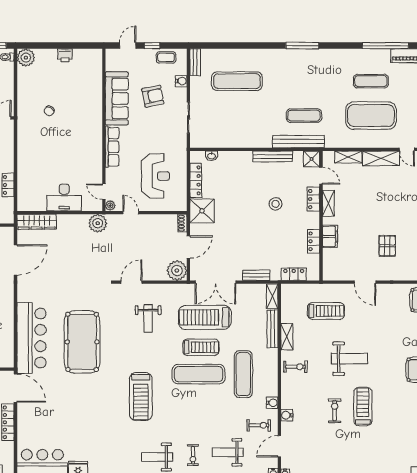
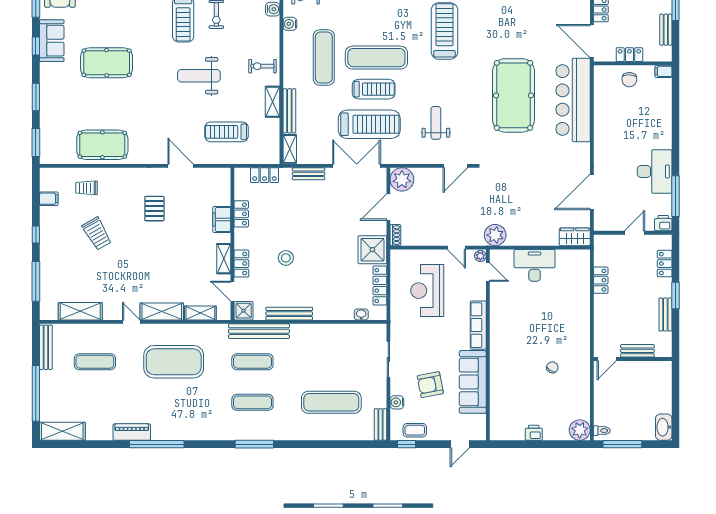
window: (152, 46) -> (406, 444), moved
exercise mat: (371, 81) -> (252, 402), moved
wardrobe: (37, 222) -> (575, 237), width x0.67
treadmill: (201, 347) -> (374, 89), turned 180

